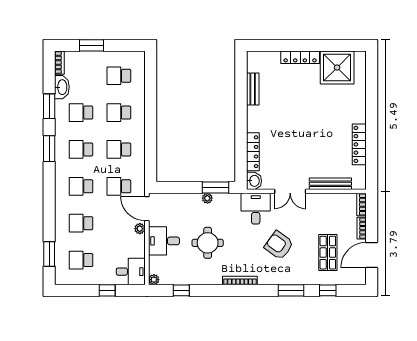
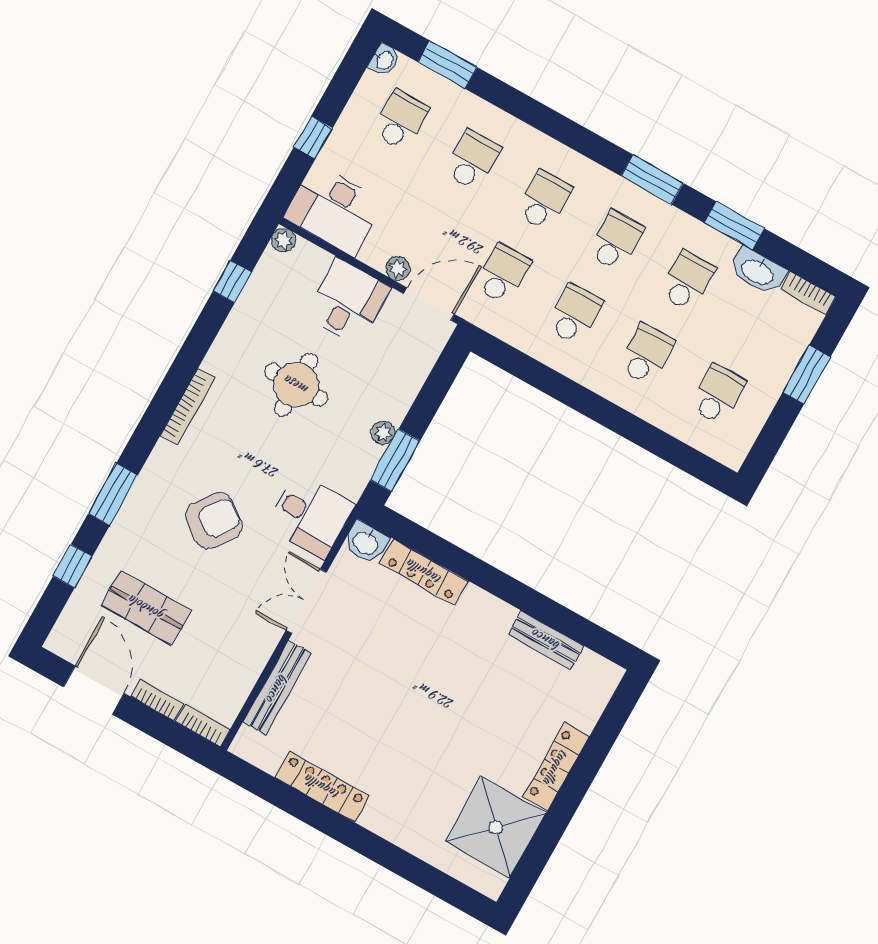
desk: (131, 272) -> (334, 210), width x1.37
washbasin: (61, 280) -> (384, 60), added

